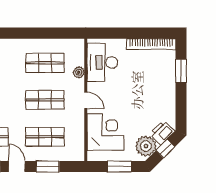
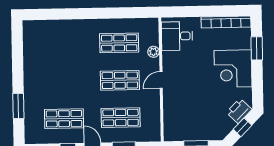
desk: (102, 62) -> (177, 36), width x0.73
door: (86, 100) -> (161, 80), swing flipped
corner desk: (106, 132) -> (233, 69), moved, turned 180
plant: (146, 146) -> (223, 125), removed

